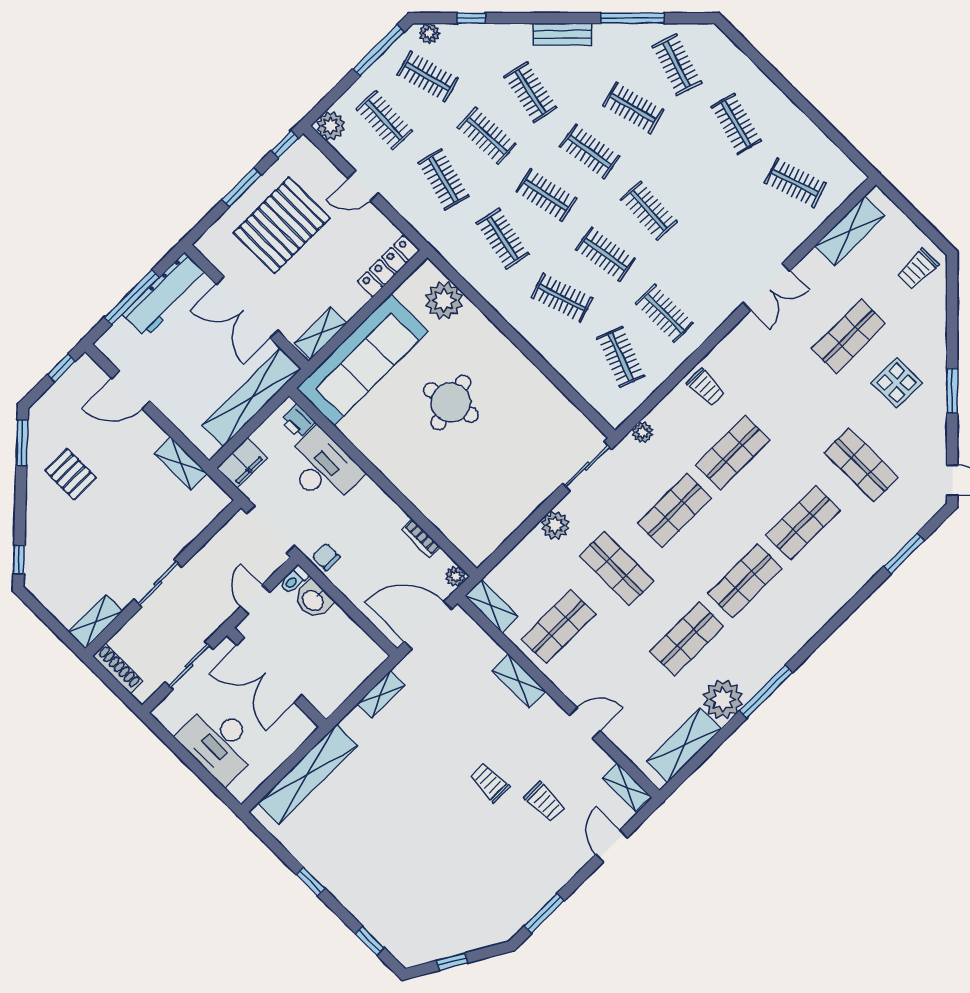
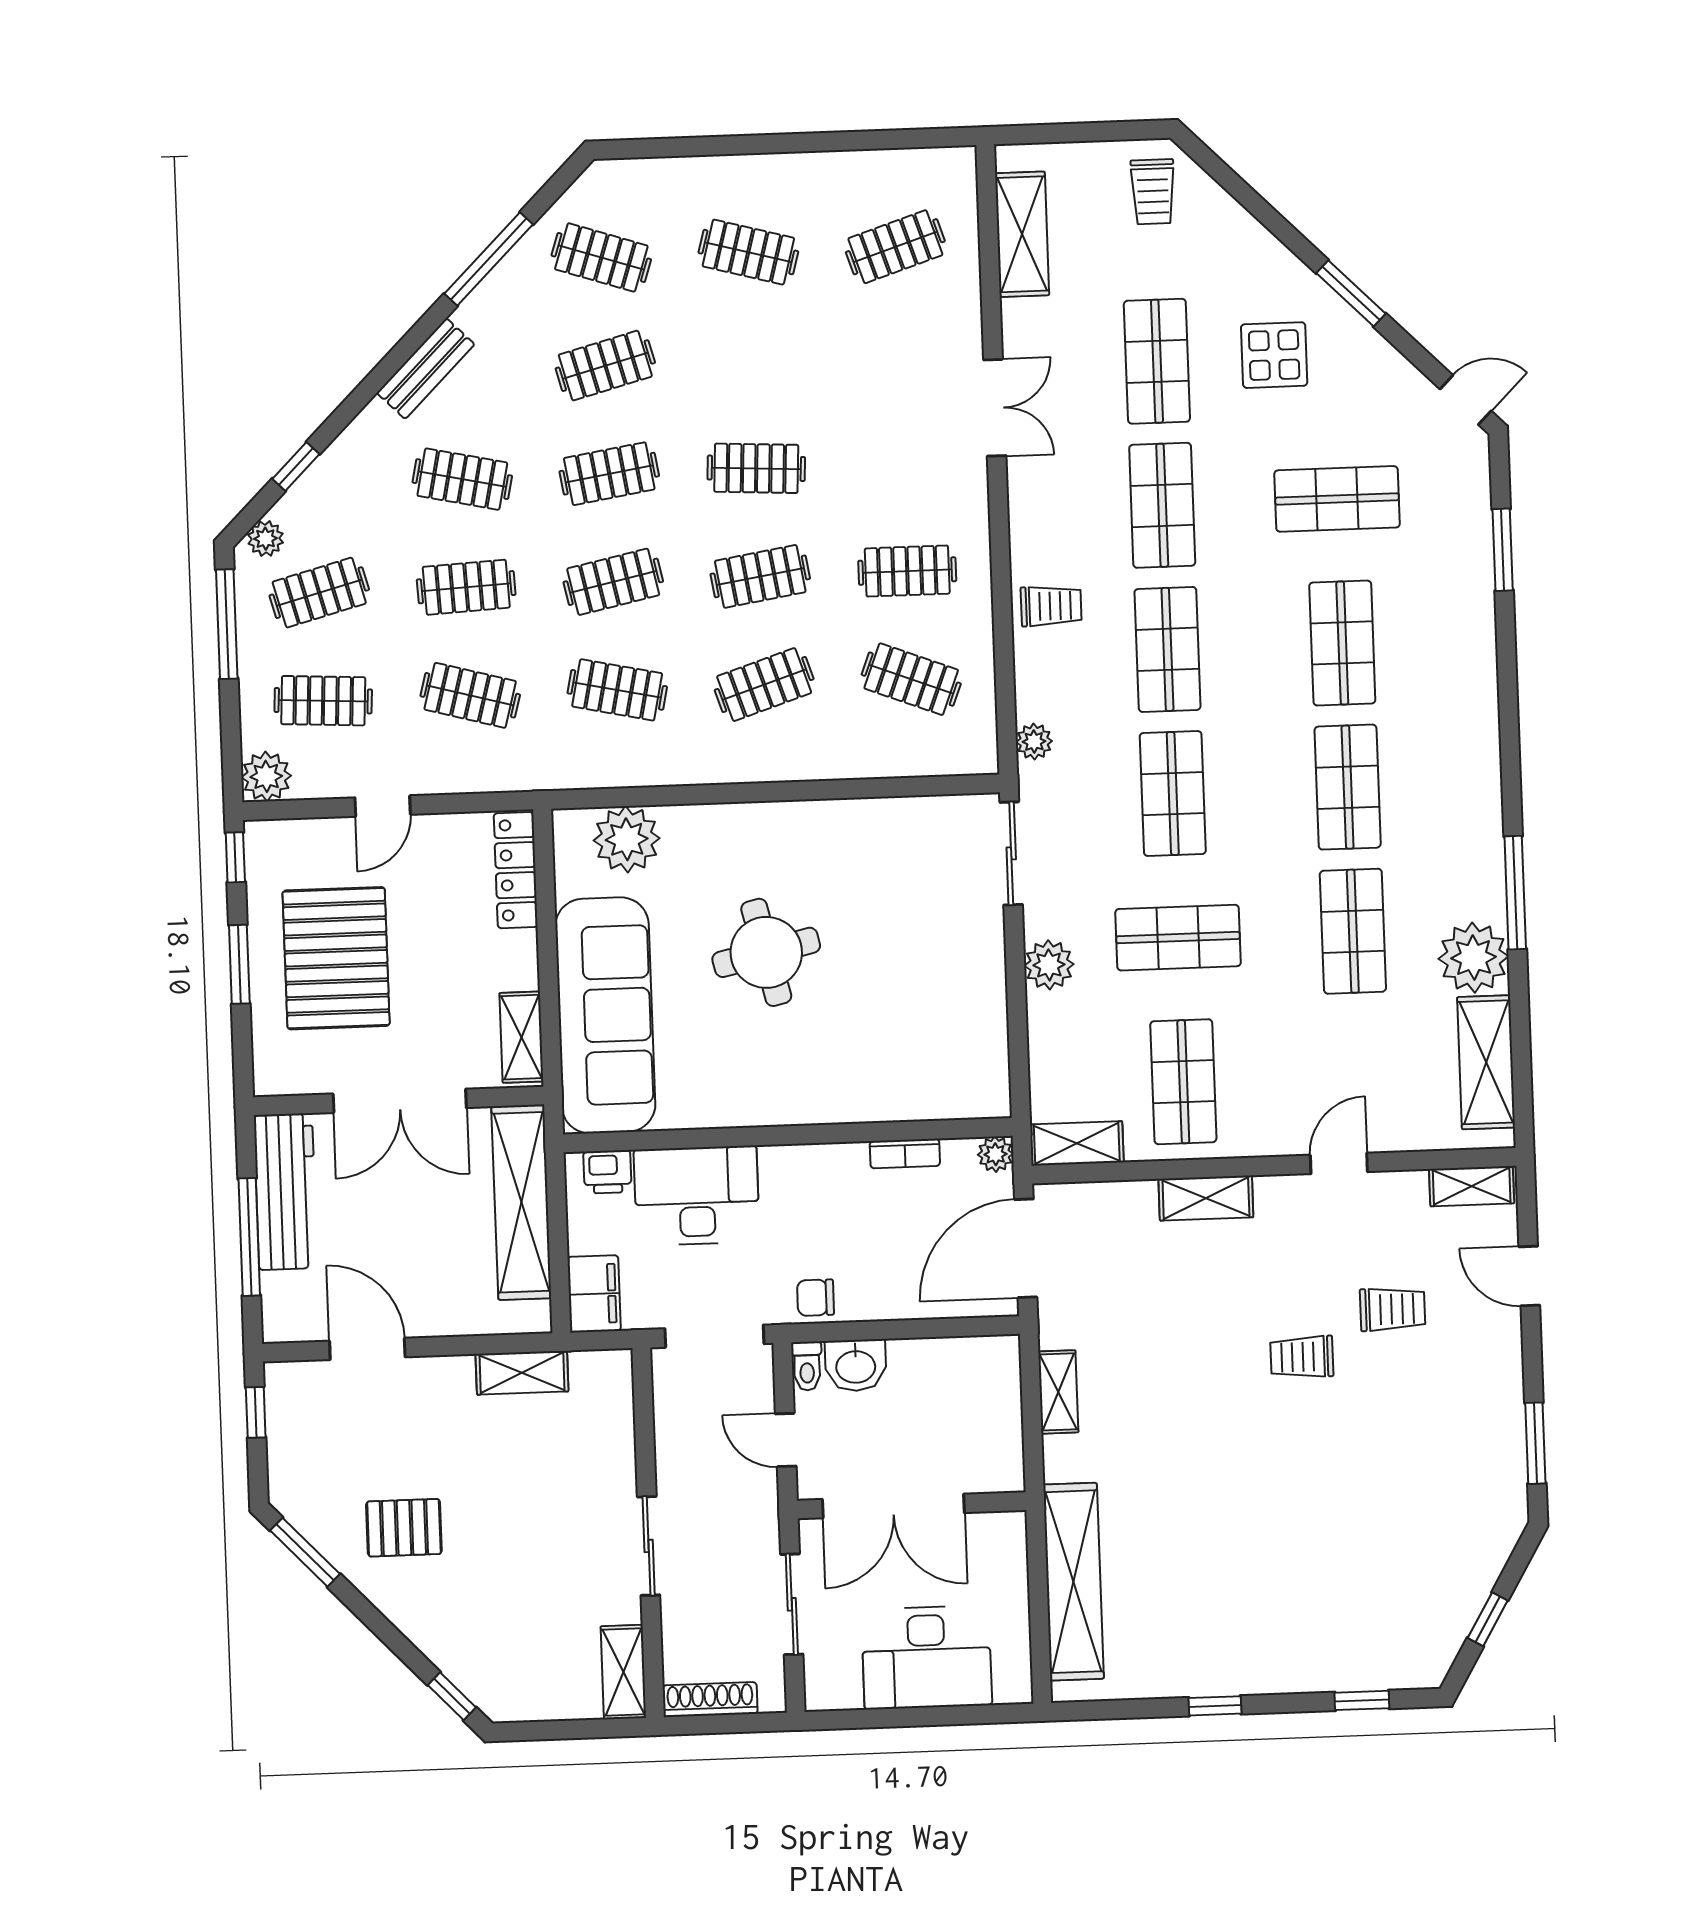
door: (131, 390) -> (367, 1349), swing flipped
shop shelf: (791, 394) -> (1162, 505), added

